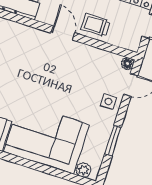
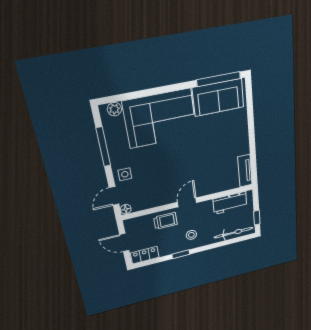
door: (63, 33) -> (187, 202), swing flipped
window: (113, 140) -> (103, 147), width x1.44

